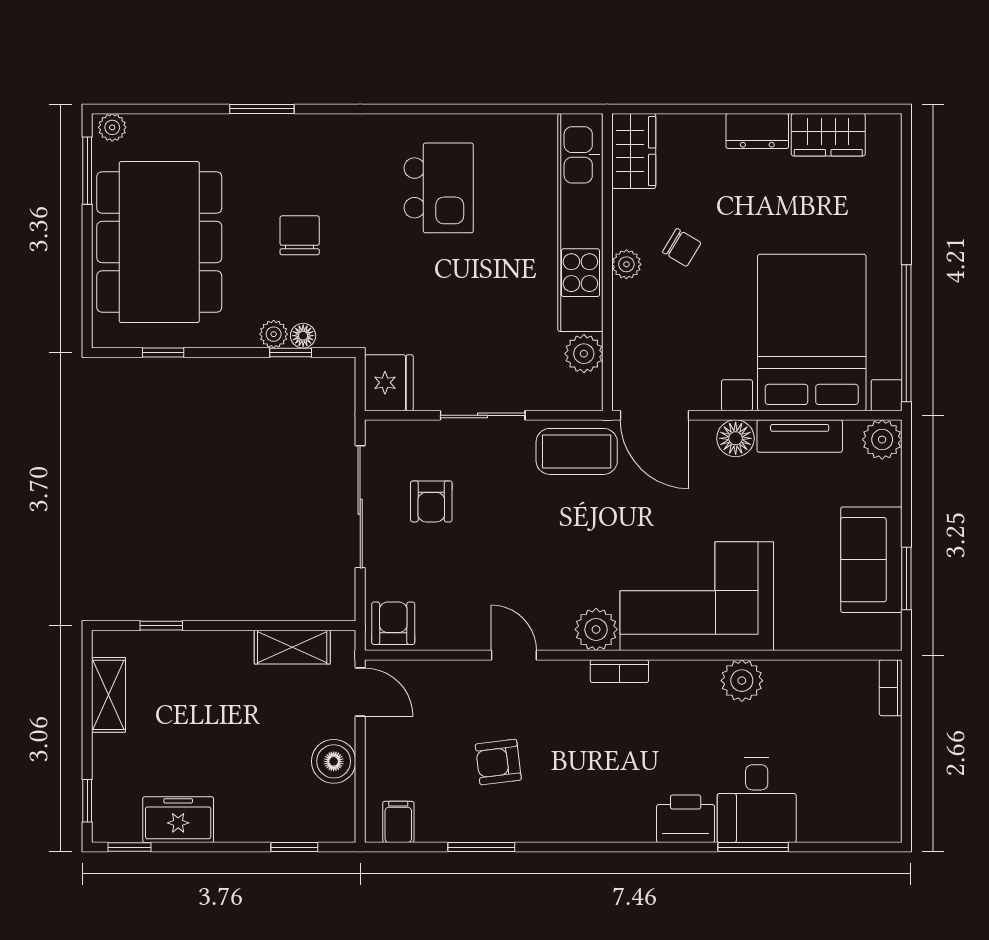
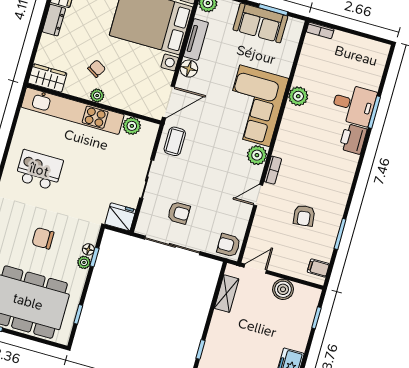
coffee table: (577, 451) -> (175, 141), width x0.73, depth x0.77
bookcase: (619, 671) -> (273, 170), moved

